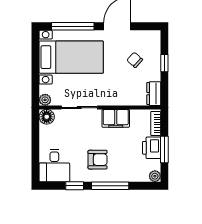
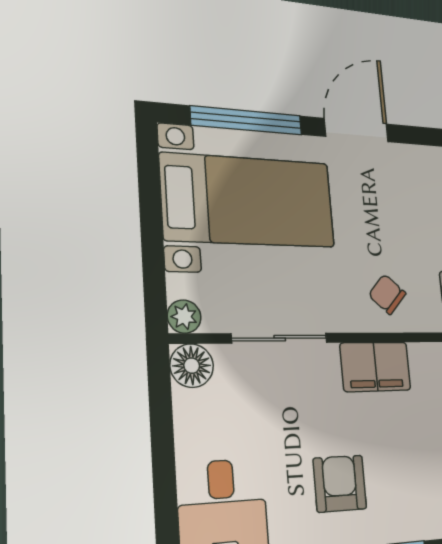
chair: (135, 60) -> (387, 294), moved
armchair: (98, 160) -> (340, 484), turned -90

